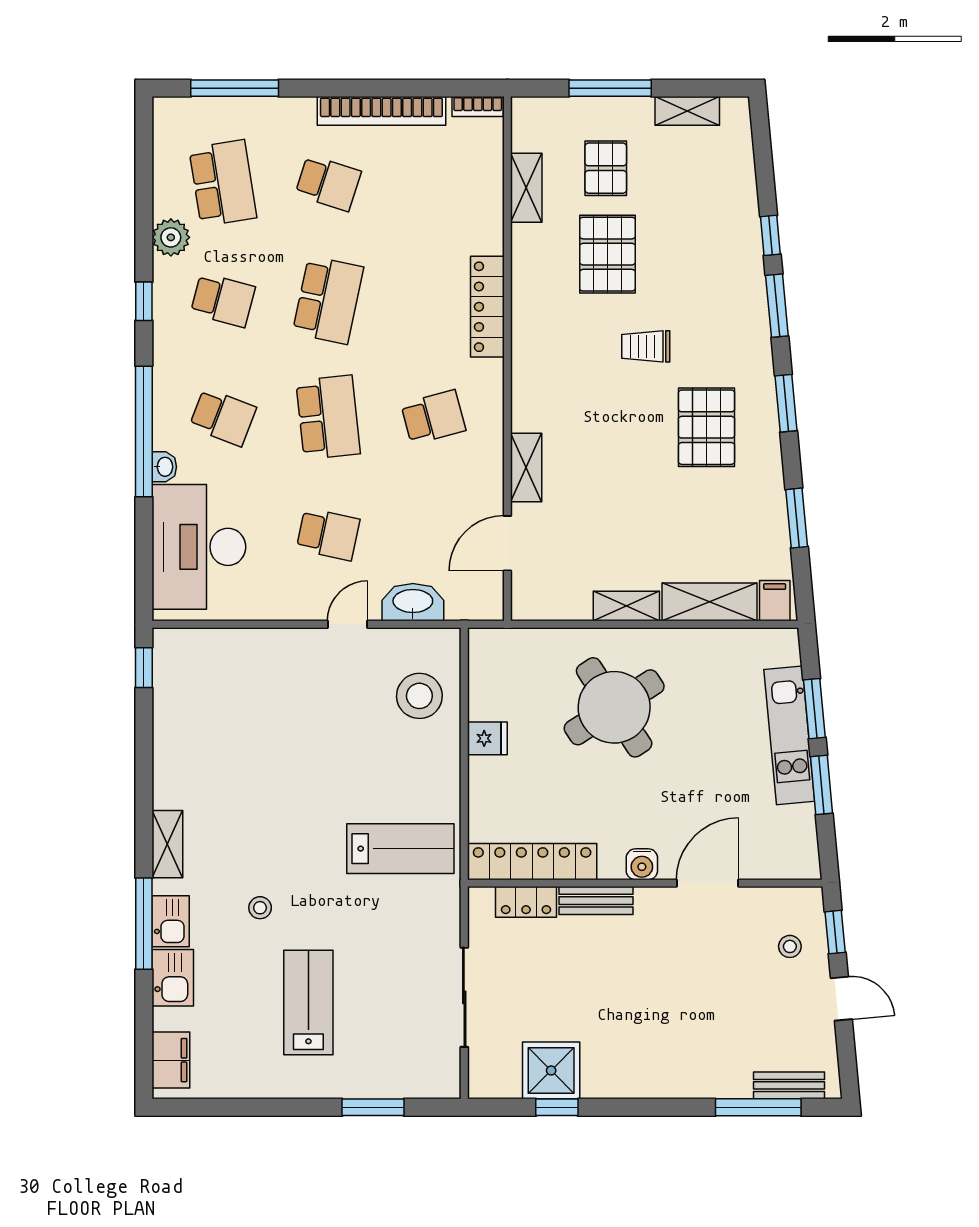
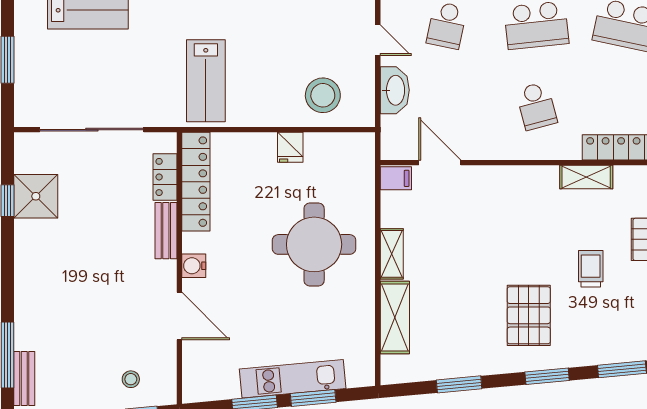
pallet: (707, 427) -> (529, 315), turned 90
shelving: (526, 467) -> (586, 177), moved
filing cabinet: (775, 601) -> (396, 178), moved
round table: (614, 707) -> (314, 244), turned 33
sliding door: (464, 997) -> (92, 130), width x1.36

